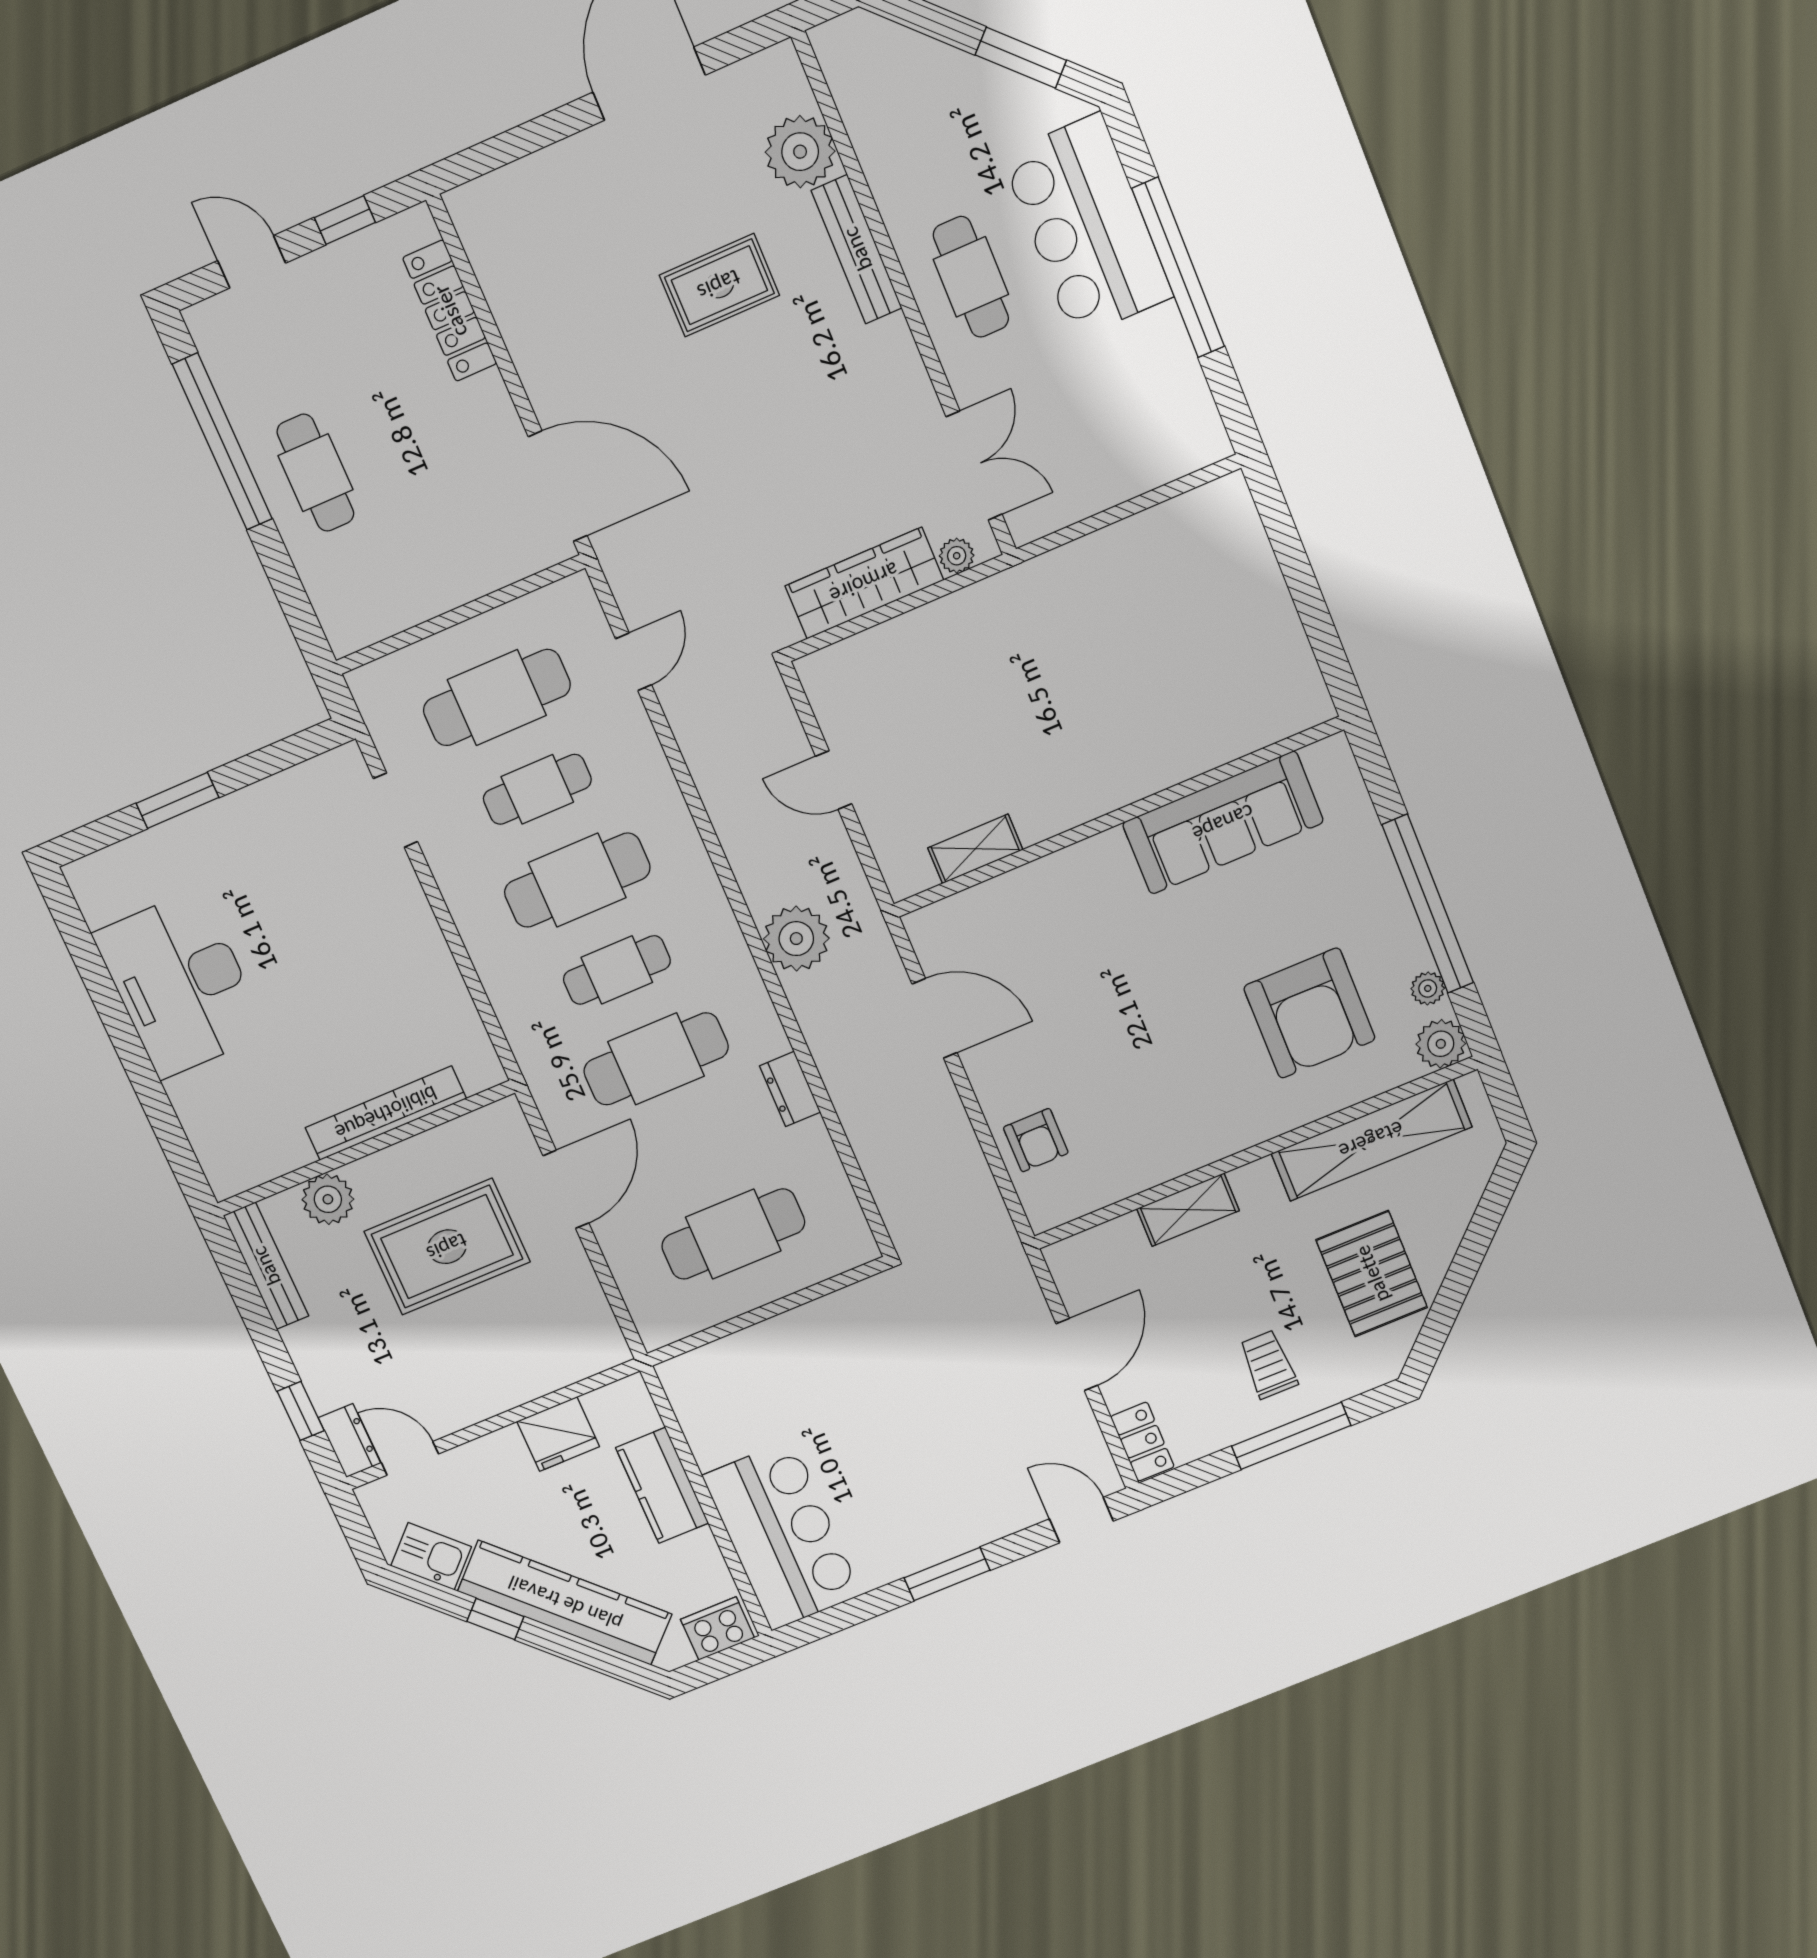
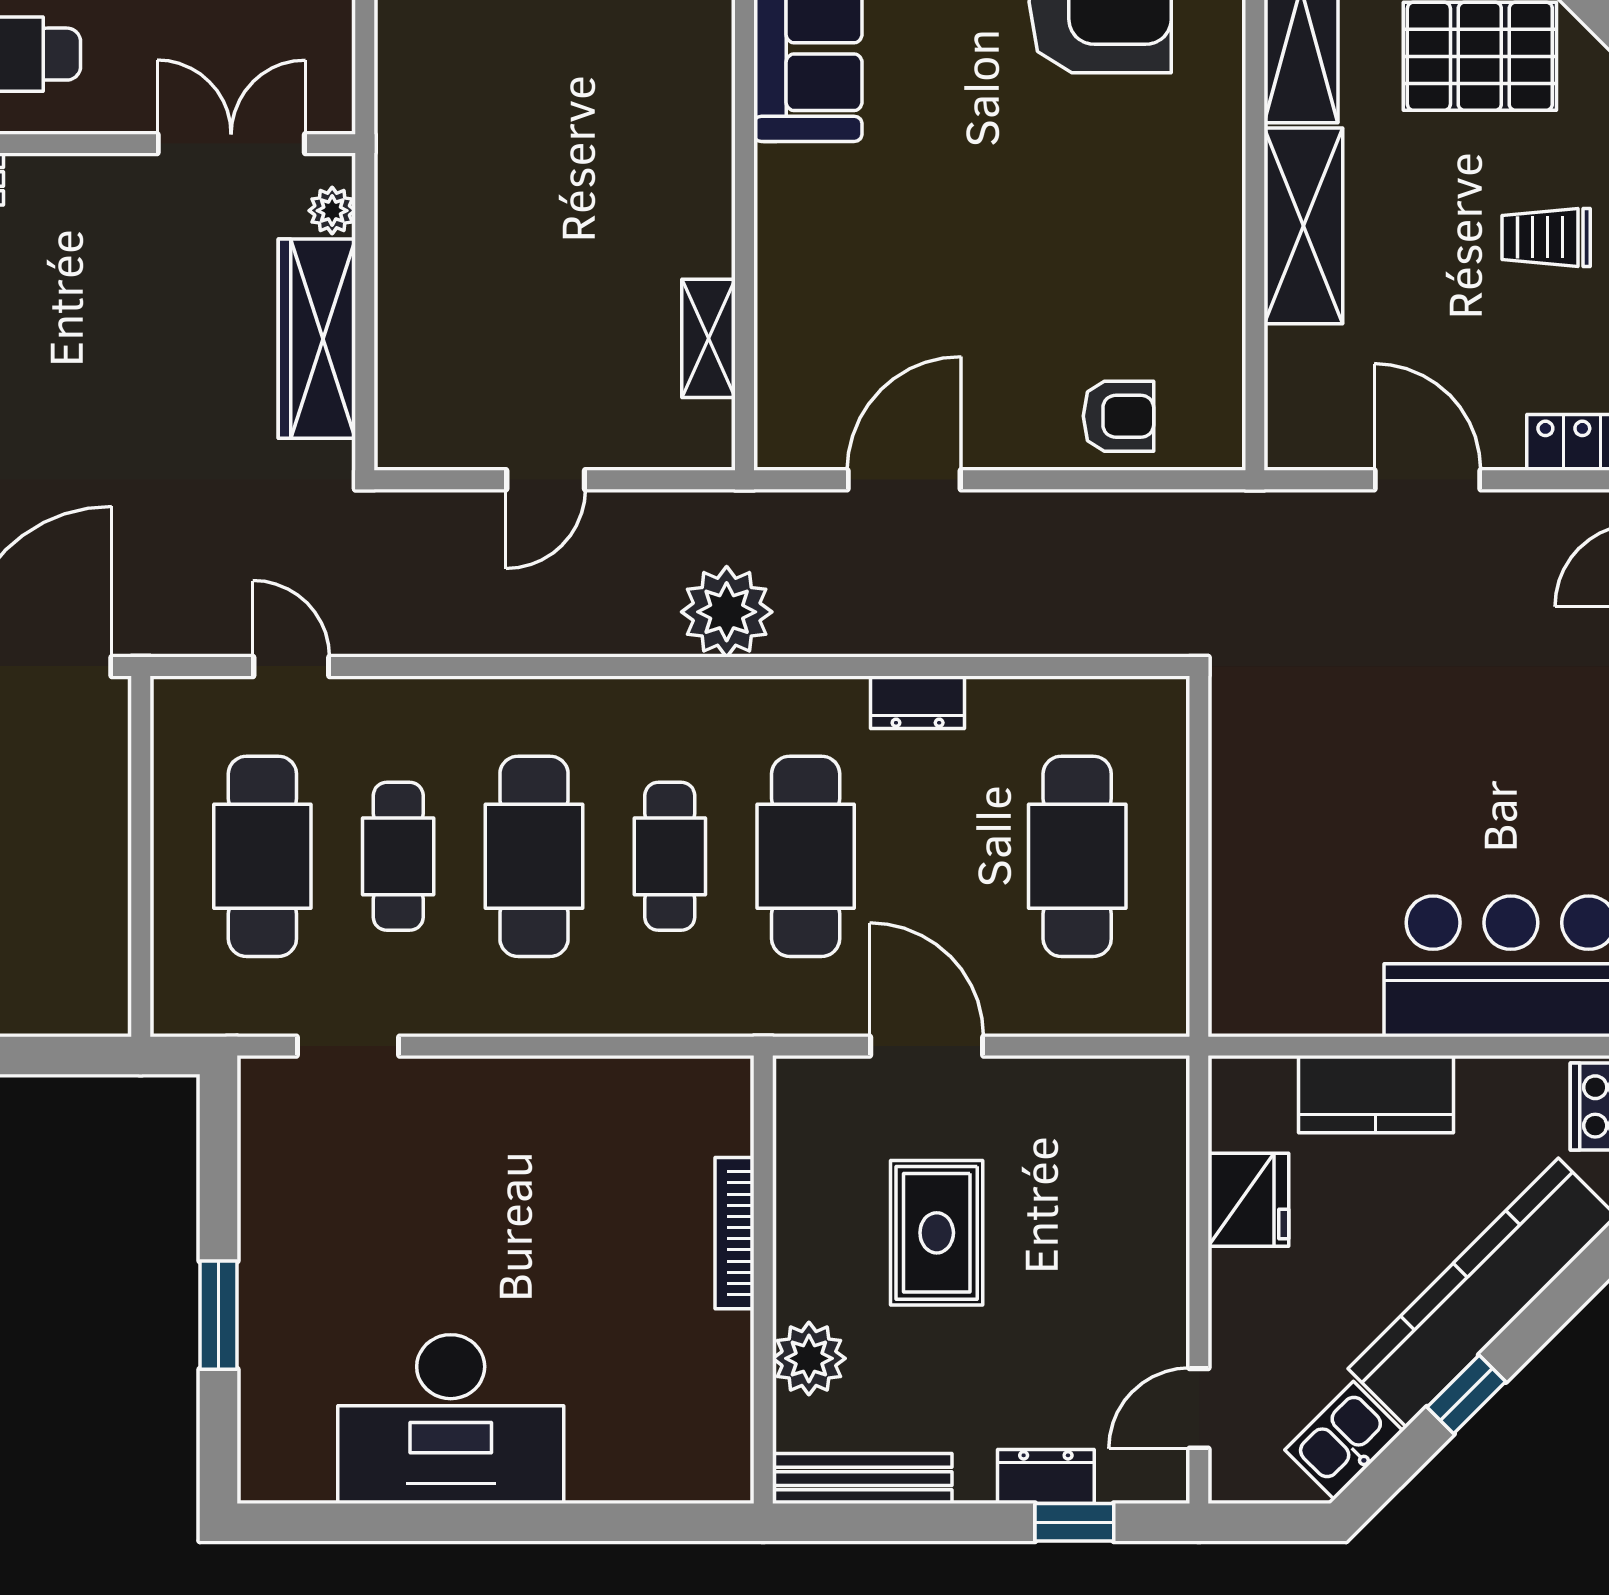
bookcase: (386, 1113) -> (734, 1233), width x0.68, depth x0.76
shelving: (1188, 1210) -> (1303, 226), width x1.50, depth x1.33
rug: (447, 1247) -> (937, 1233), width x0.73, depth x0.70
dresser: (350, 1441) -> (1046, 1477), moved

